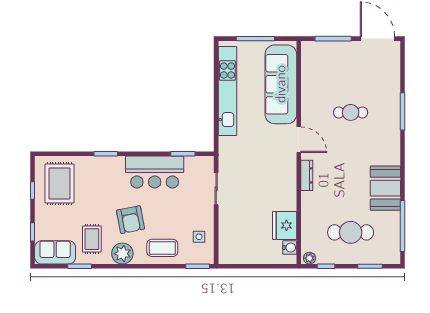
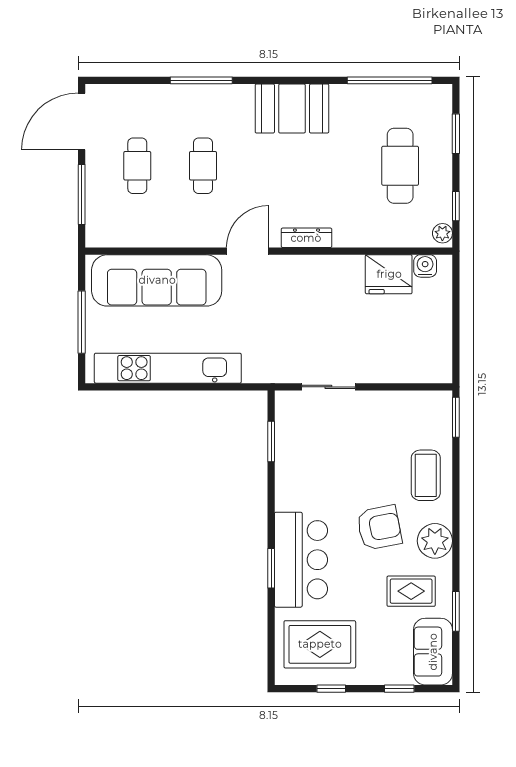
cafe table: (351, 72) -> (137, 166), added
bar counter: (155, 172) -> (301, 560), moved
booth: (385, 188) -> (292, 109), moved
side table: (199, 237) -> (407, 415), removed

